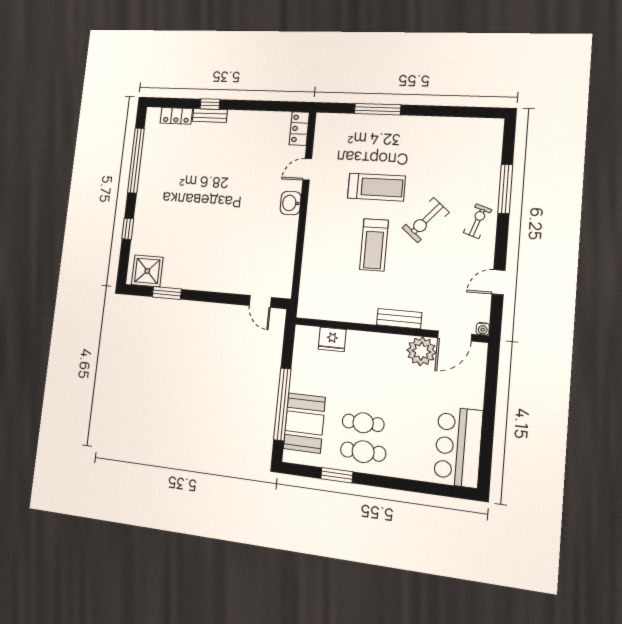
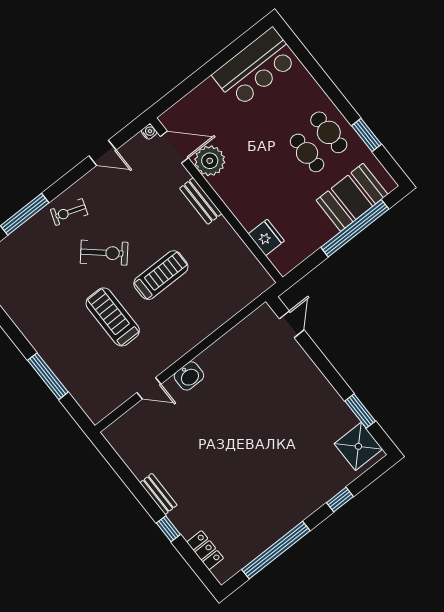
bench: (210, 116) -> (158, 494), moved
locker: (299, 129) -> (121, 428), removed

